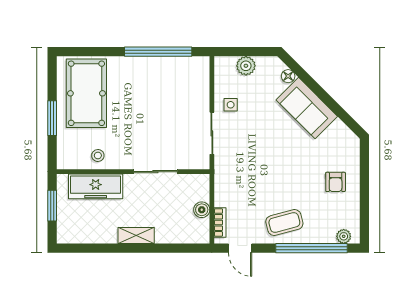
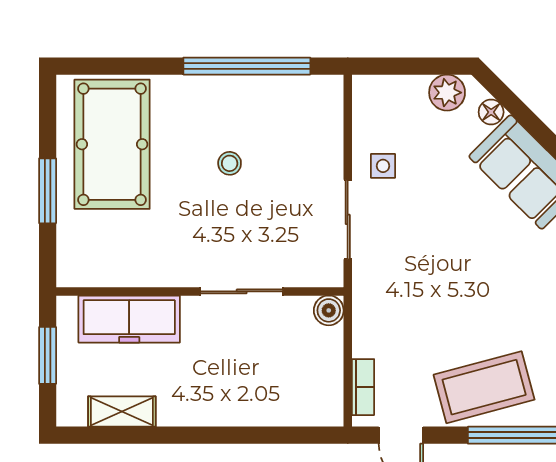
plant: (246, 66) -> (447, 93), moved
stool: (98, 156) -> (230, 163), moved
boiler: (202, 210) -> (329, 310), moved
coffee table: (284, 223) -> (484, 387), width x1.36, depth x1.32
shelving: (136, 235) -> (122, 411), moved

